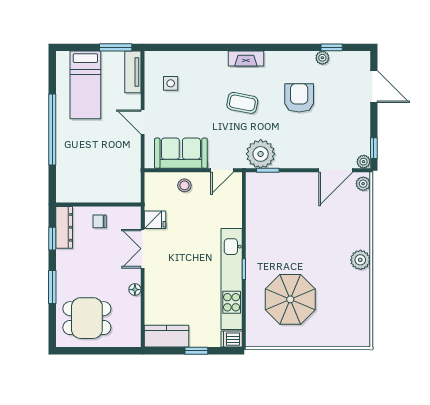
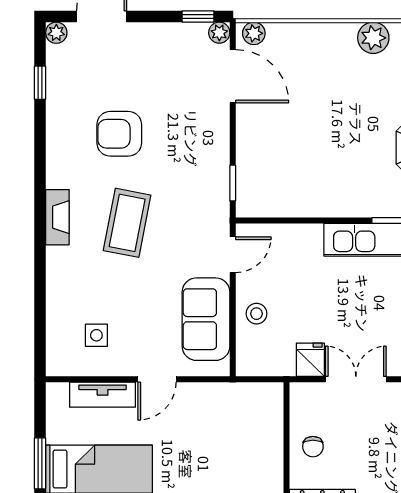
window: (116, 47) -> (40, 463), moved
plant: (322, 58) -> (56, 33), moved
tv unit: (133, 72) -> (103, 395), moved
coffee table: (242, 103) -> (127, 223), width x1.36, depth x1.30
plant: (261, 154) -> (207, 194), removed
door: (222, 170) -> (233, 255), hinge flipped
double door: (143, 249) -> (356, 379), swing flipped

